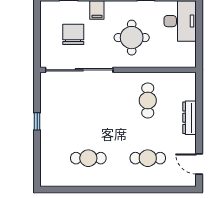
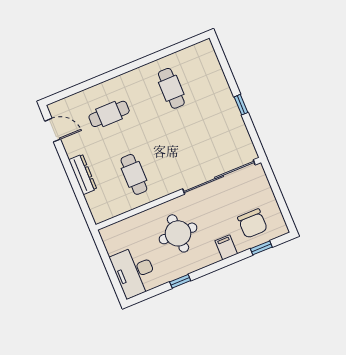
chair: (73, 34) -> (252, 223), moved
cafe table: (88, 158) -> (171, 88), turned 90

